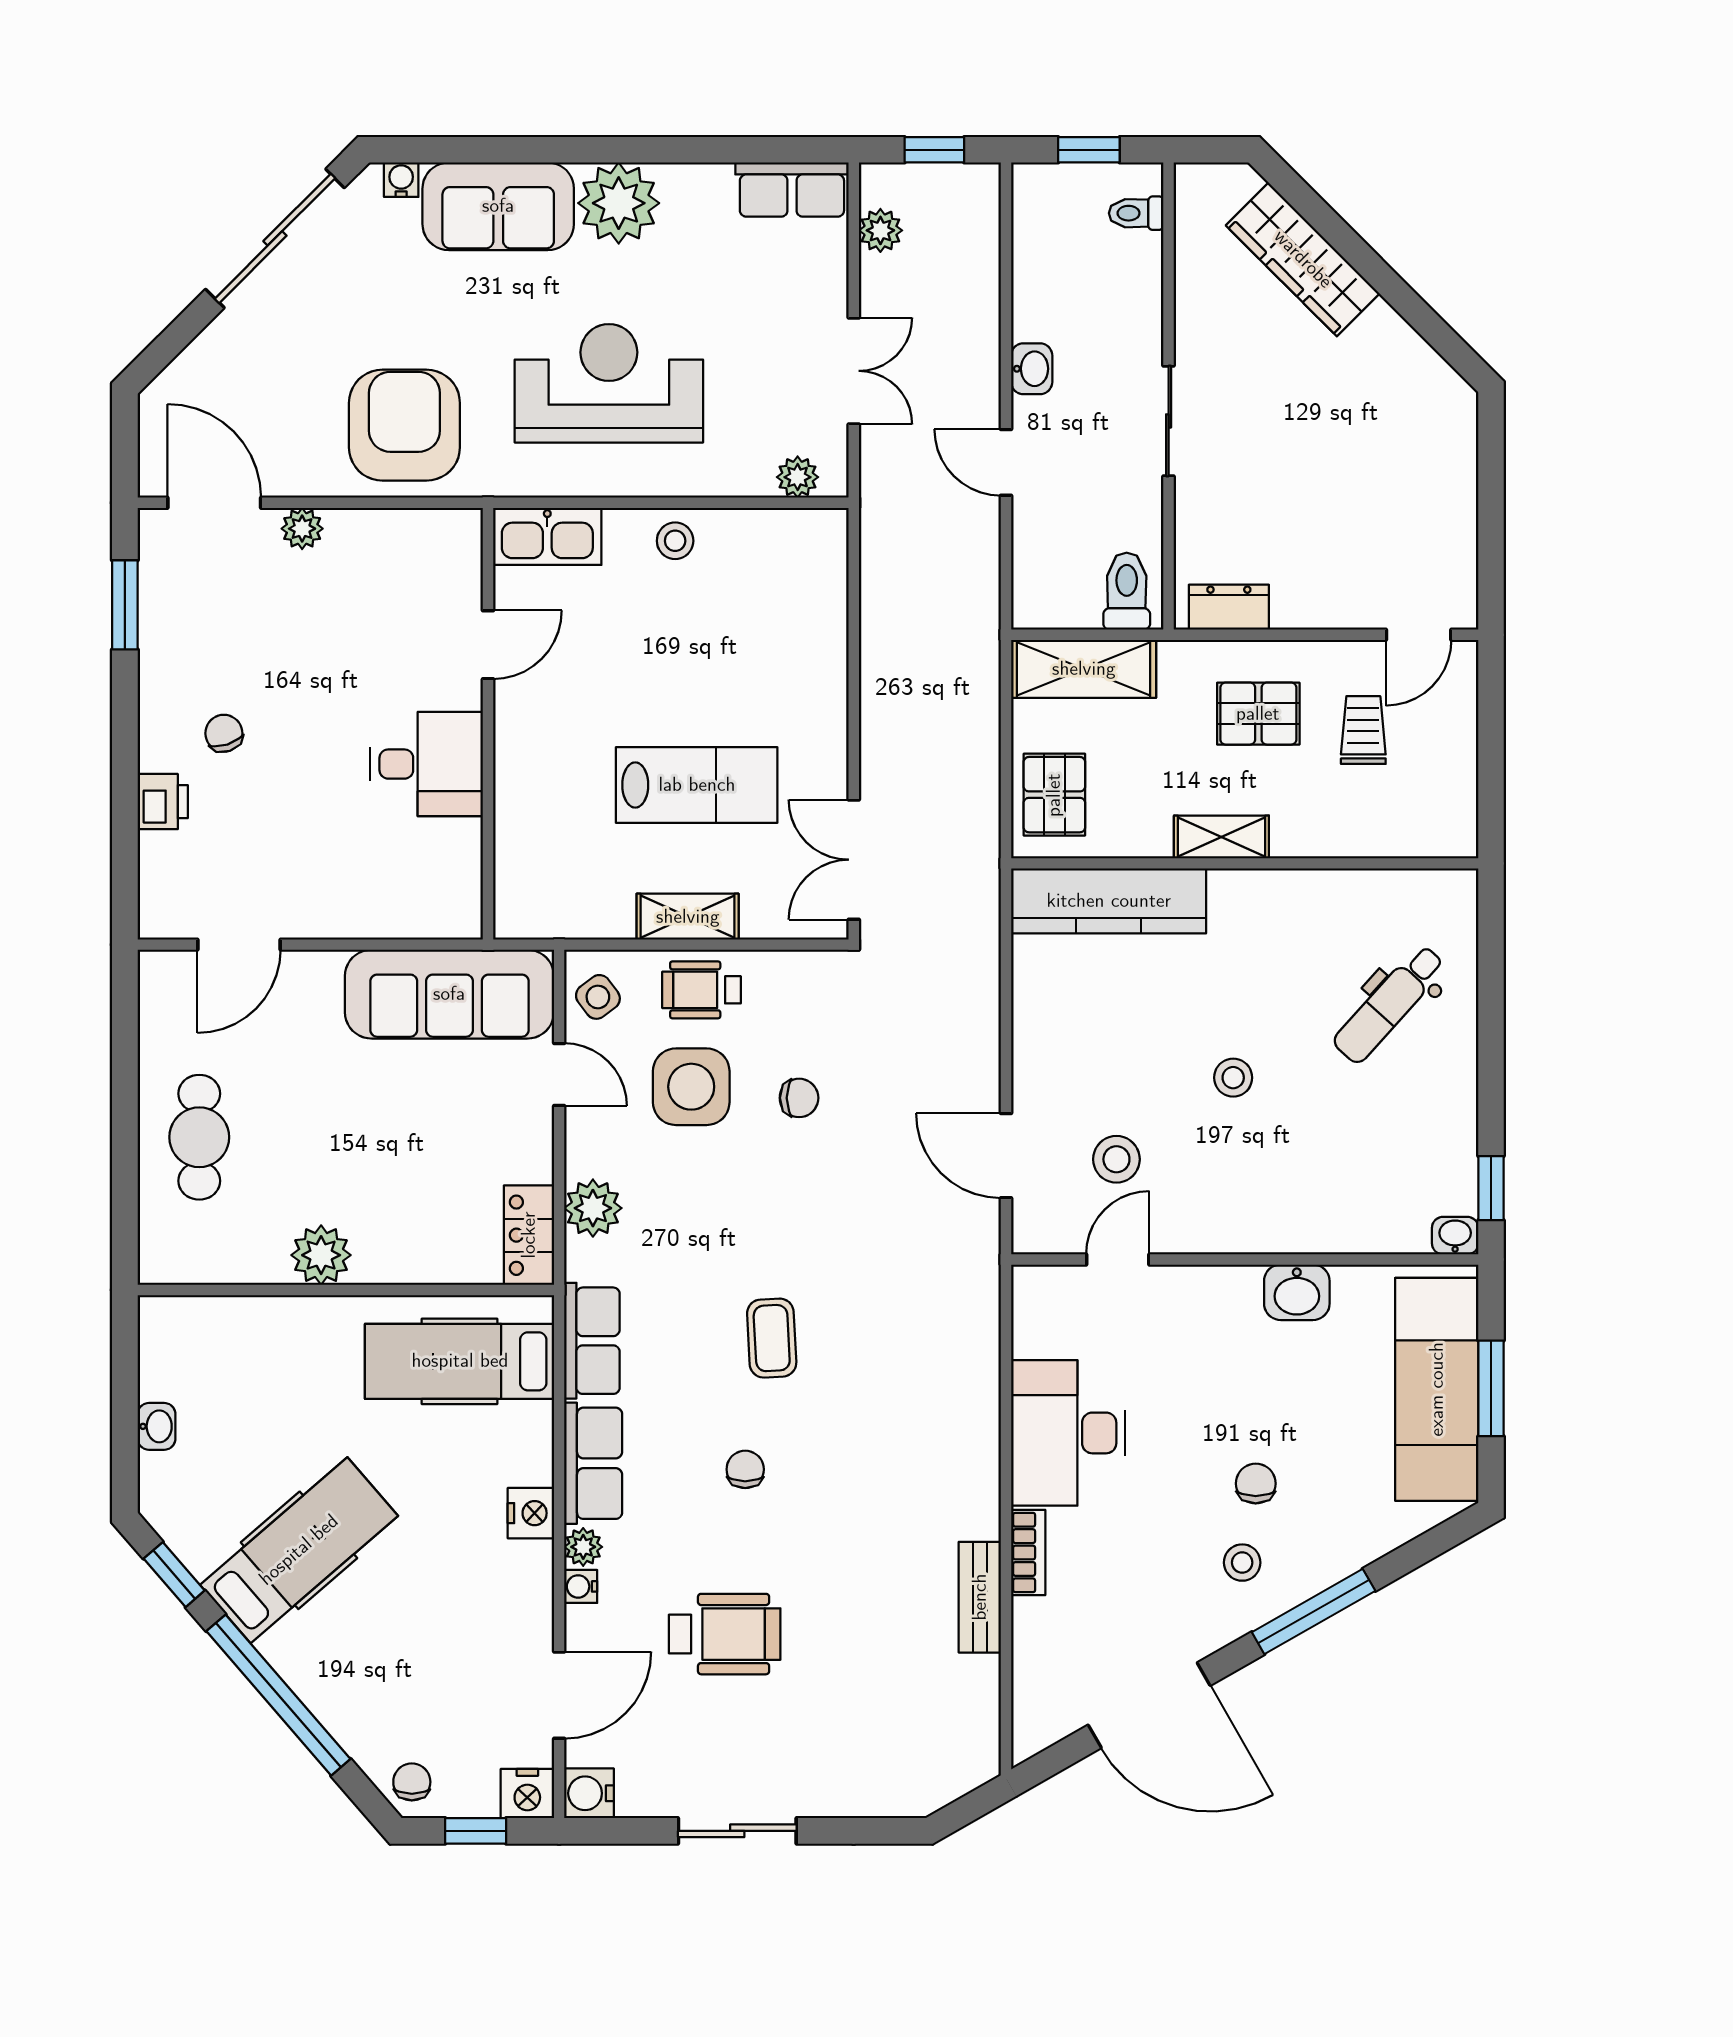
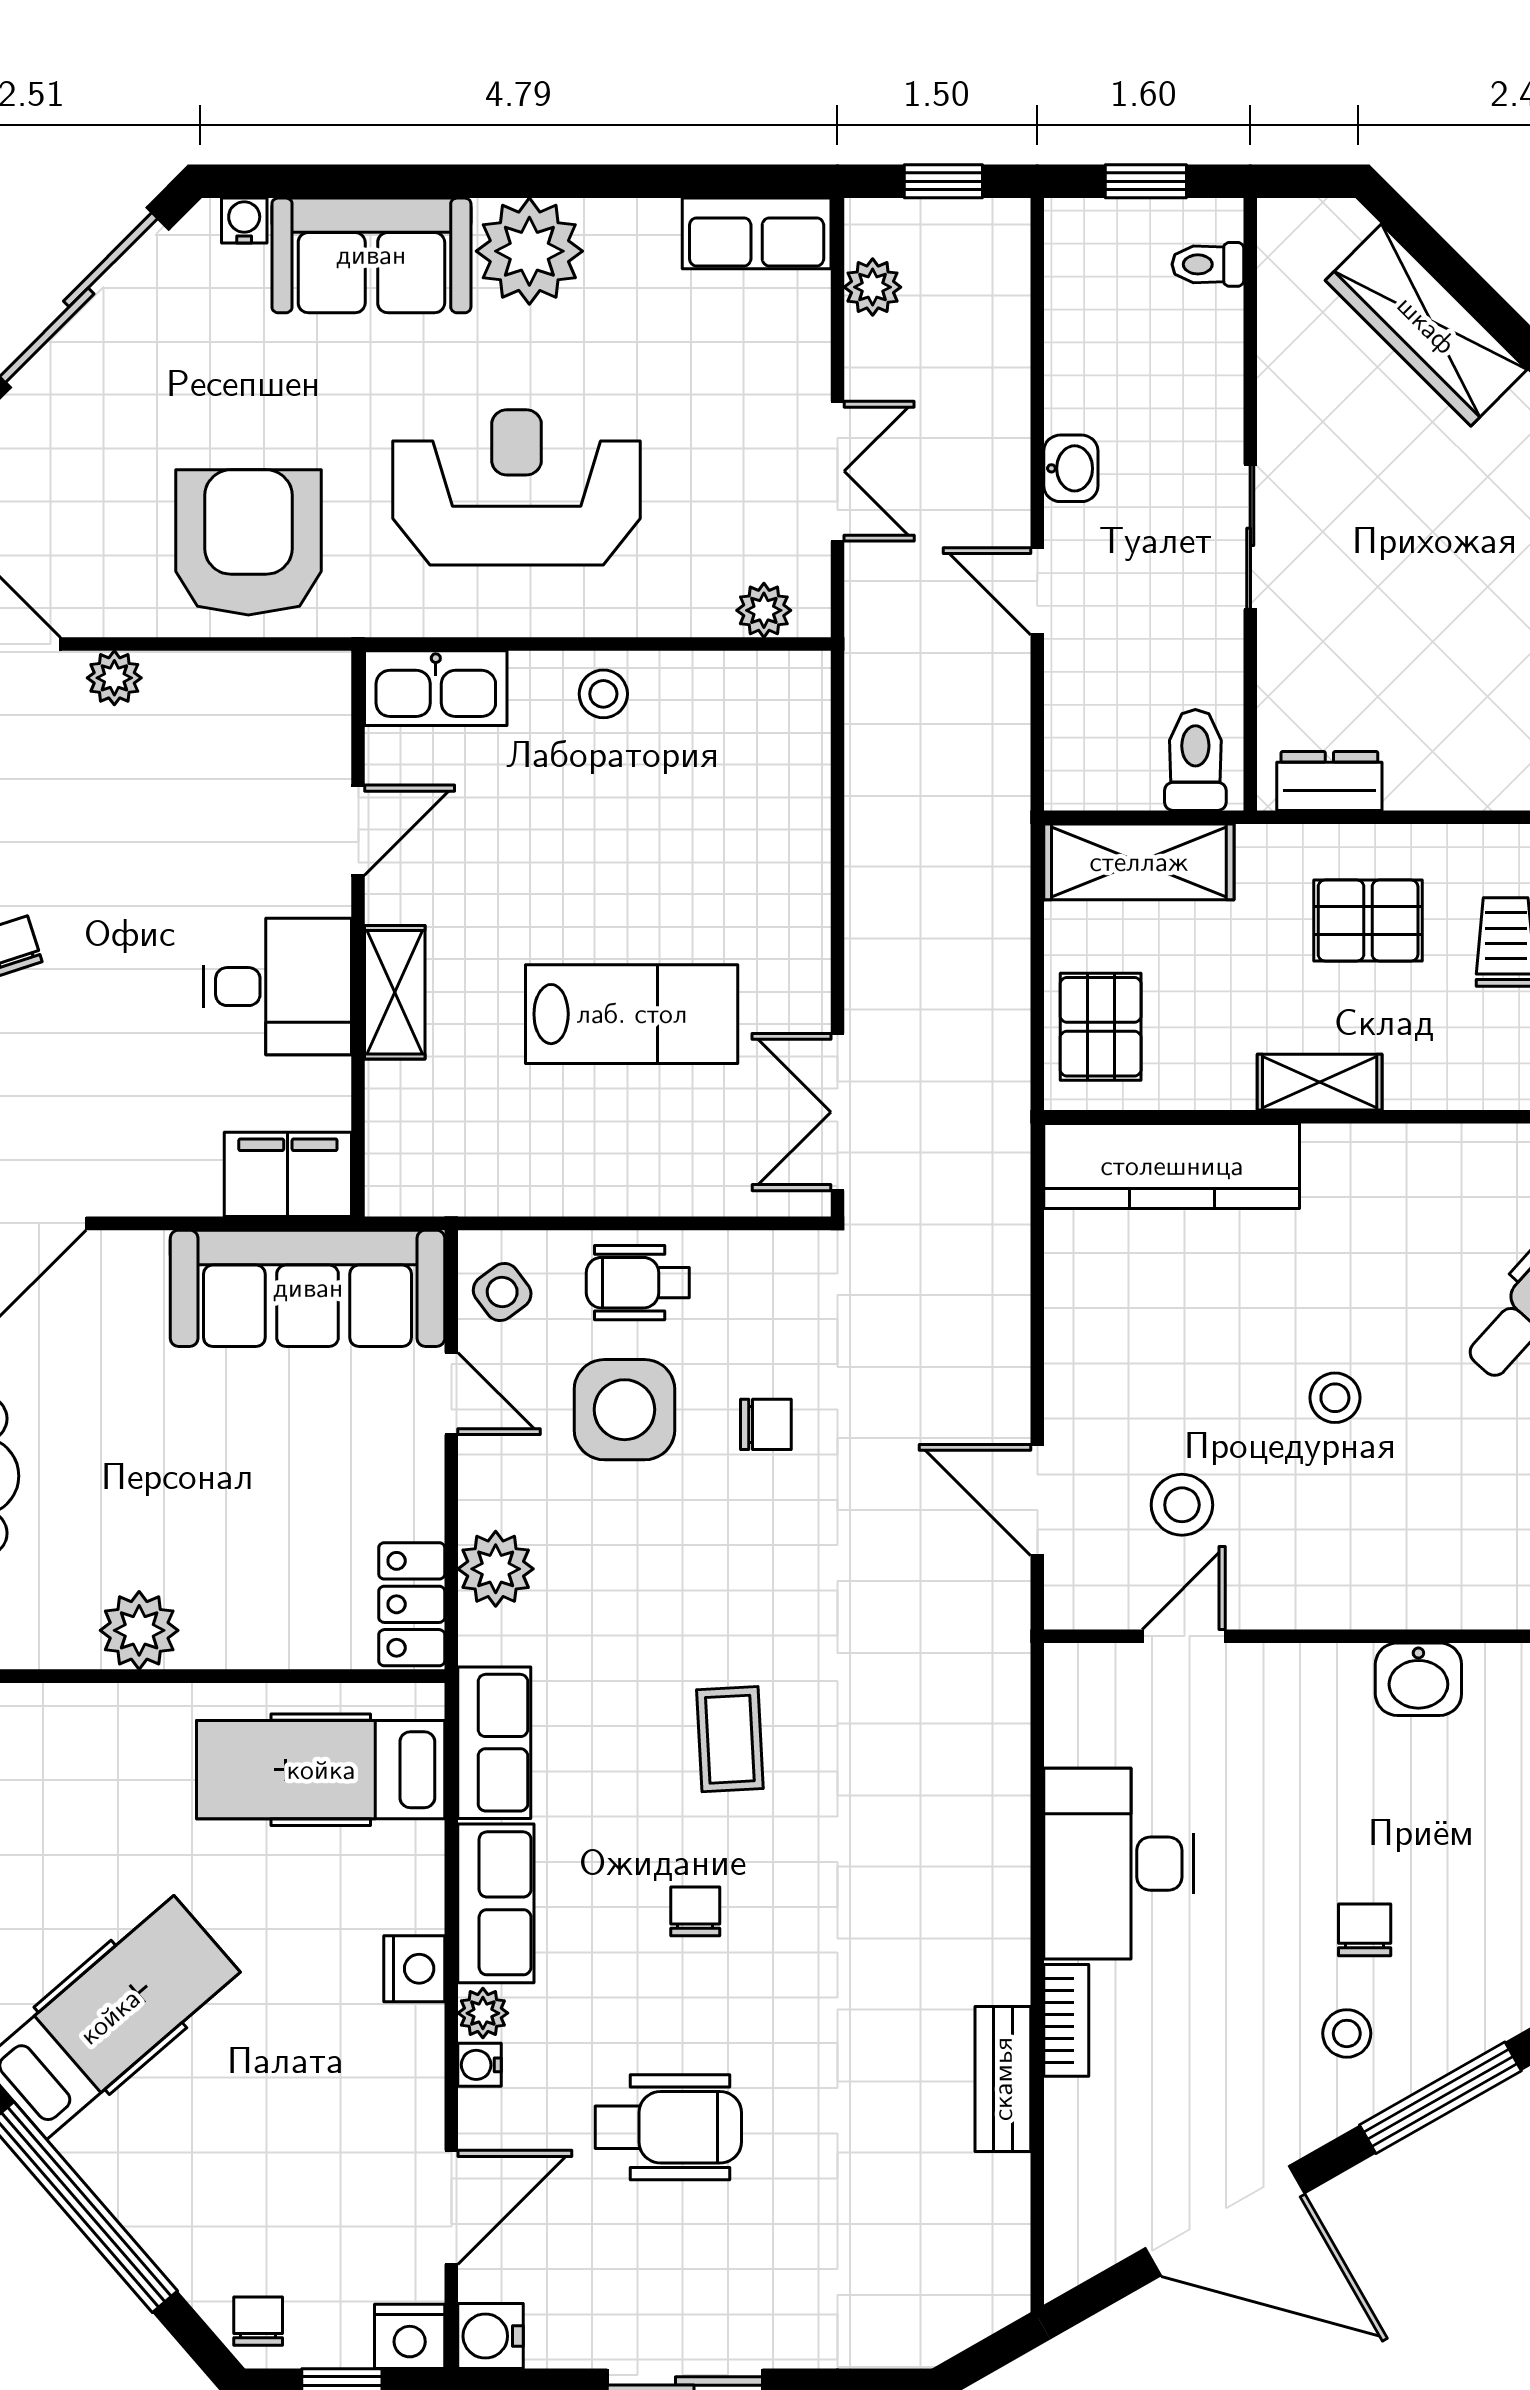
filing cabinet: (435, 907) -> (288, 1174), added
shelving: (688, 917) -> (395, 992), moved, turned 90

